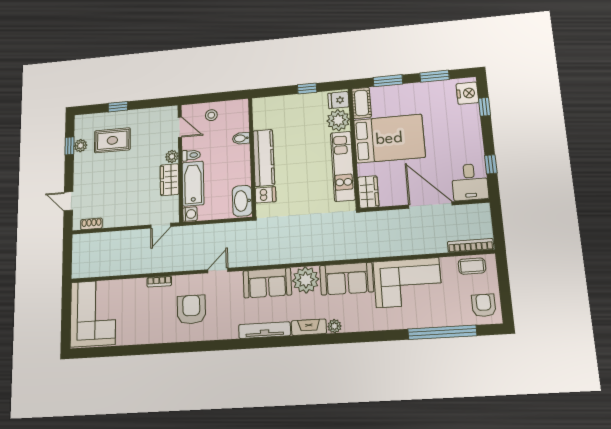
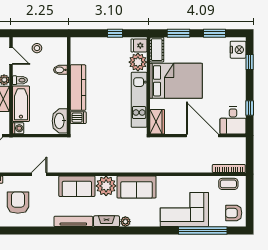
corner sofa: (408, 283) -> (184, 209), moved, turned 180
armchair: (484, 305) -> (234, 213), turned -90

